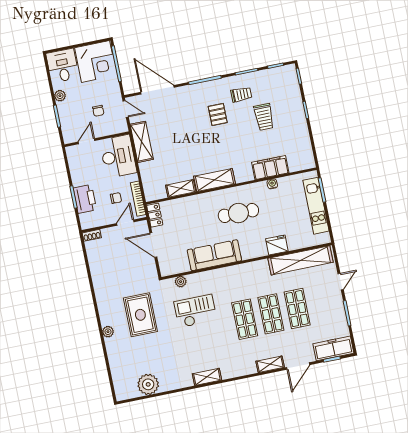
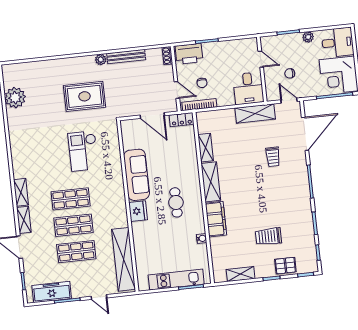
trolley: (241, 94) -> (273, 157), moved
door: (126, 109) -> (289, 101), swing flipped
pallet: (218, 115) -> (285, 266), moved
shelving: (304, 141) -> (241, 274), added
desk: (118, 156) -> (248, 88), width x0.73
filing cabinet: (270, 168) -> (216, 219), moved
printer: (85, 199) -> (189, 54), moved
cafe table: (238, 213) -> (176, 202), width x0.73, depth x0.74
door: (153, 245) -> (152, 115), swing flipped
fridge: (277, 245) -> (138, 211), moved
bench: (97, 277) -> (126, 57), added
plant: (181, 282) -> (114, 139), removed
checkout: (195, 311) -> (83, 151), turned 180
plant: (108, 332) -> (101, 60), moved
freezer: (333, 348) -> (52, 292), moved, turned -90
shelving: (207, 377) -> (21, 192), moved

